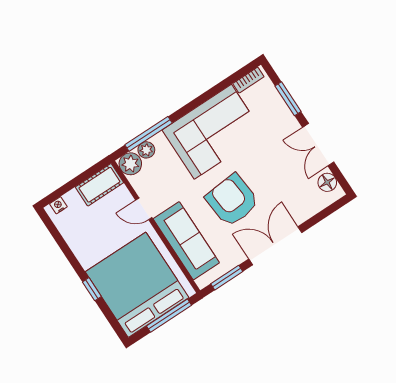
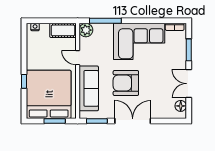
plant: (146, 150) -> (99, 28), removed
armchair: (232, 200) -> (126, 83), turned -85
window: (169, 316) -> (55, 121), width x0.69

